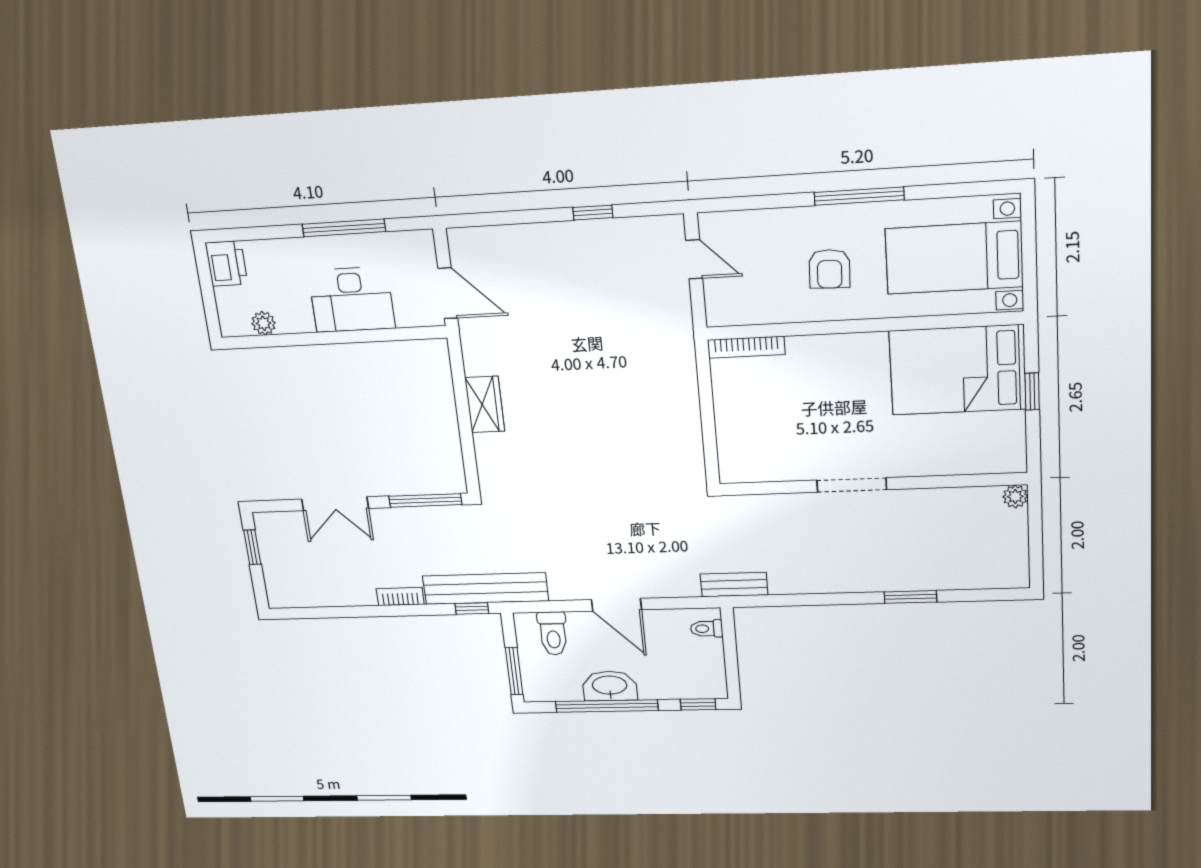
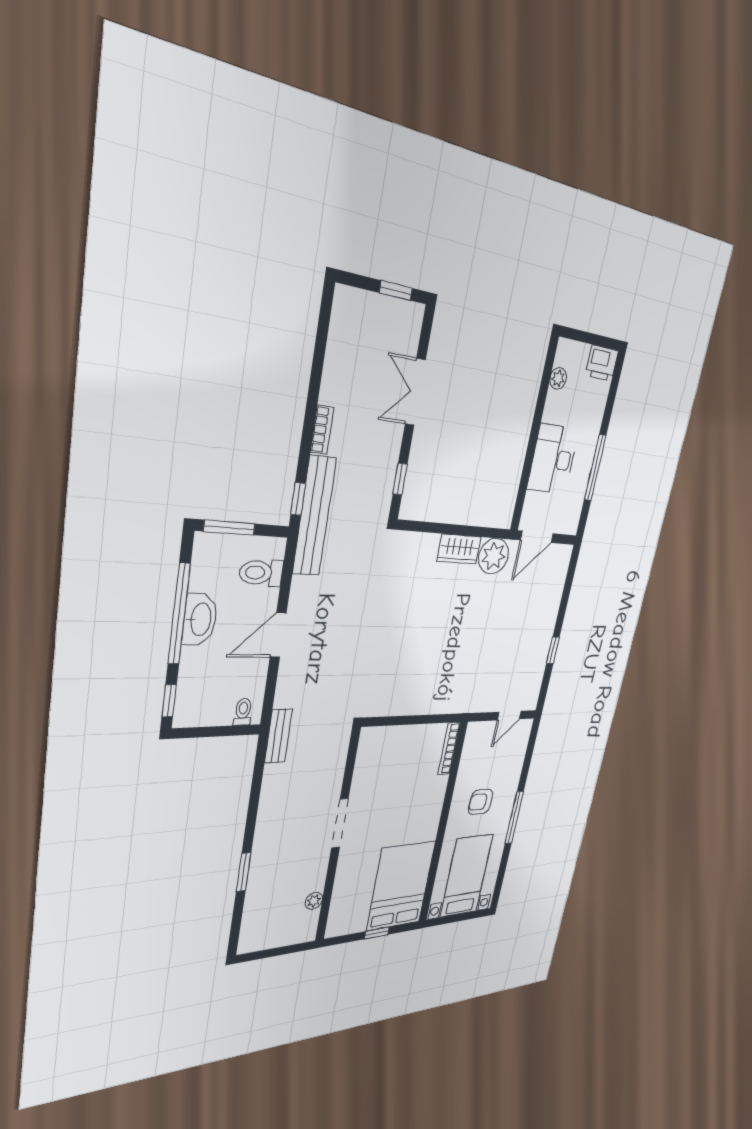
plant: (484, 352) -> (494, 556), added
plant: (1015, 497) -> (314, 901), moved
window: (425, 500) -> (400, 479), width x0.46

